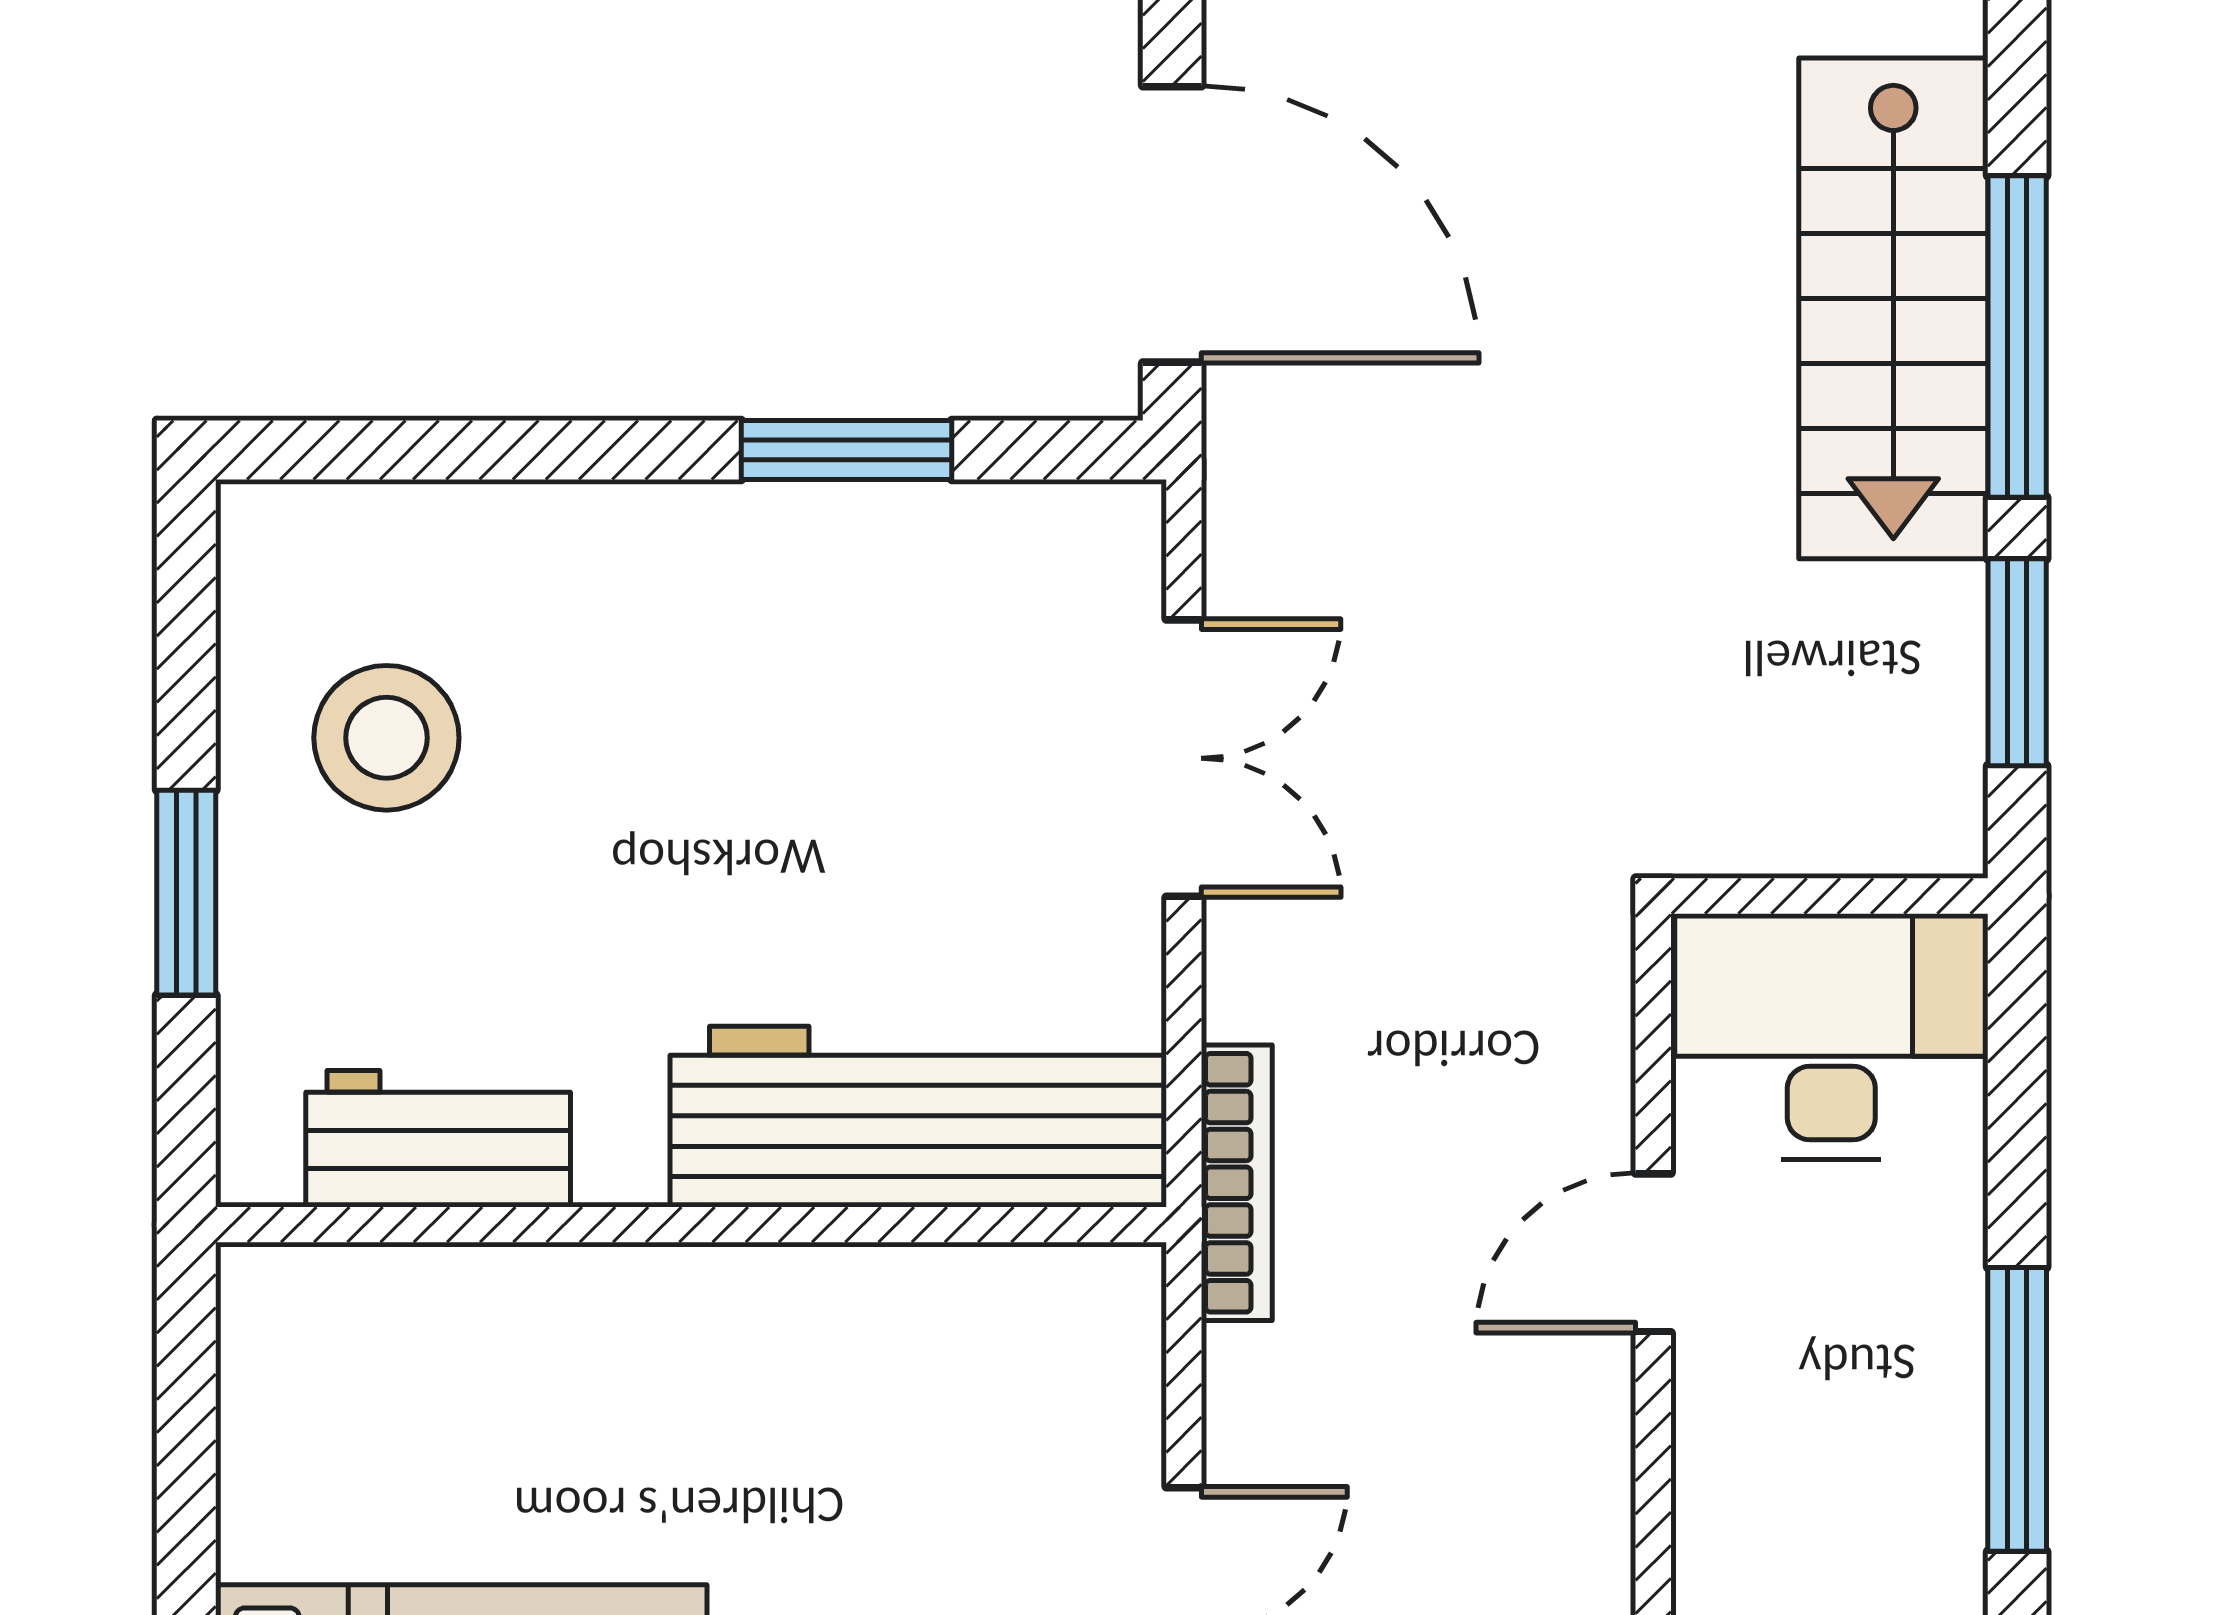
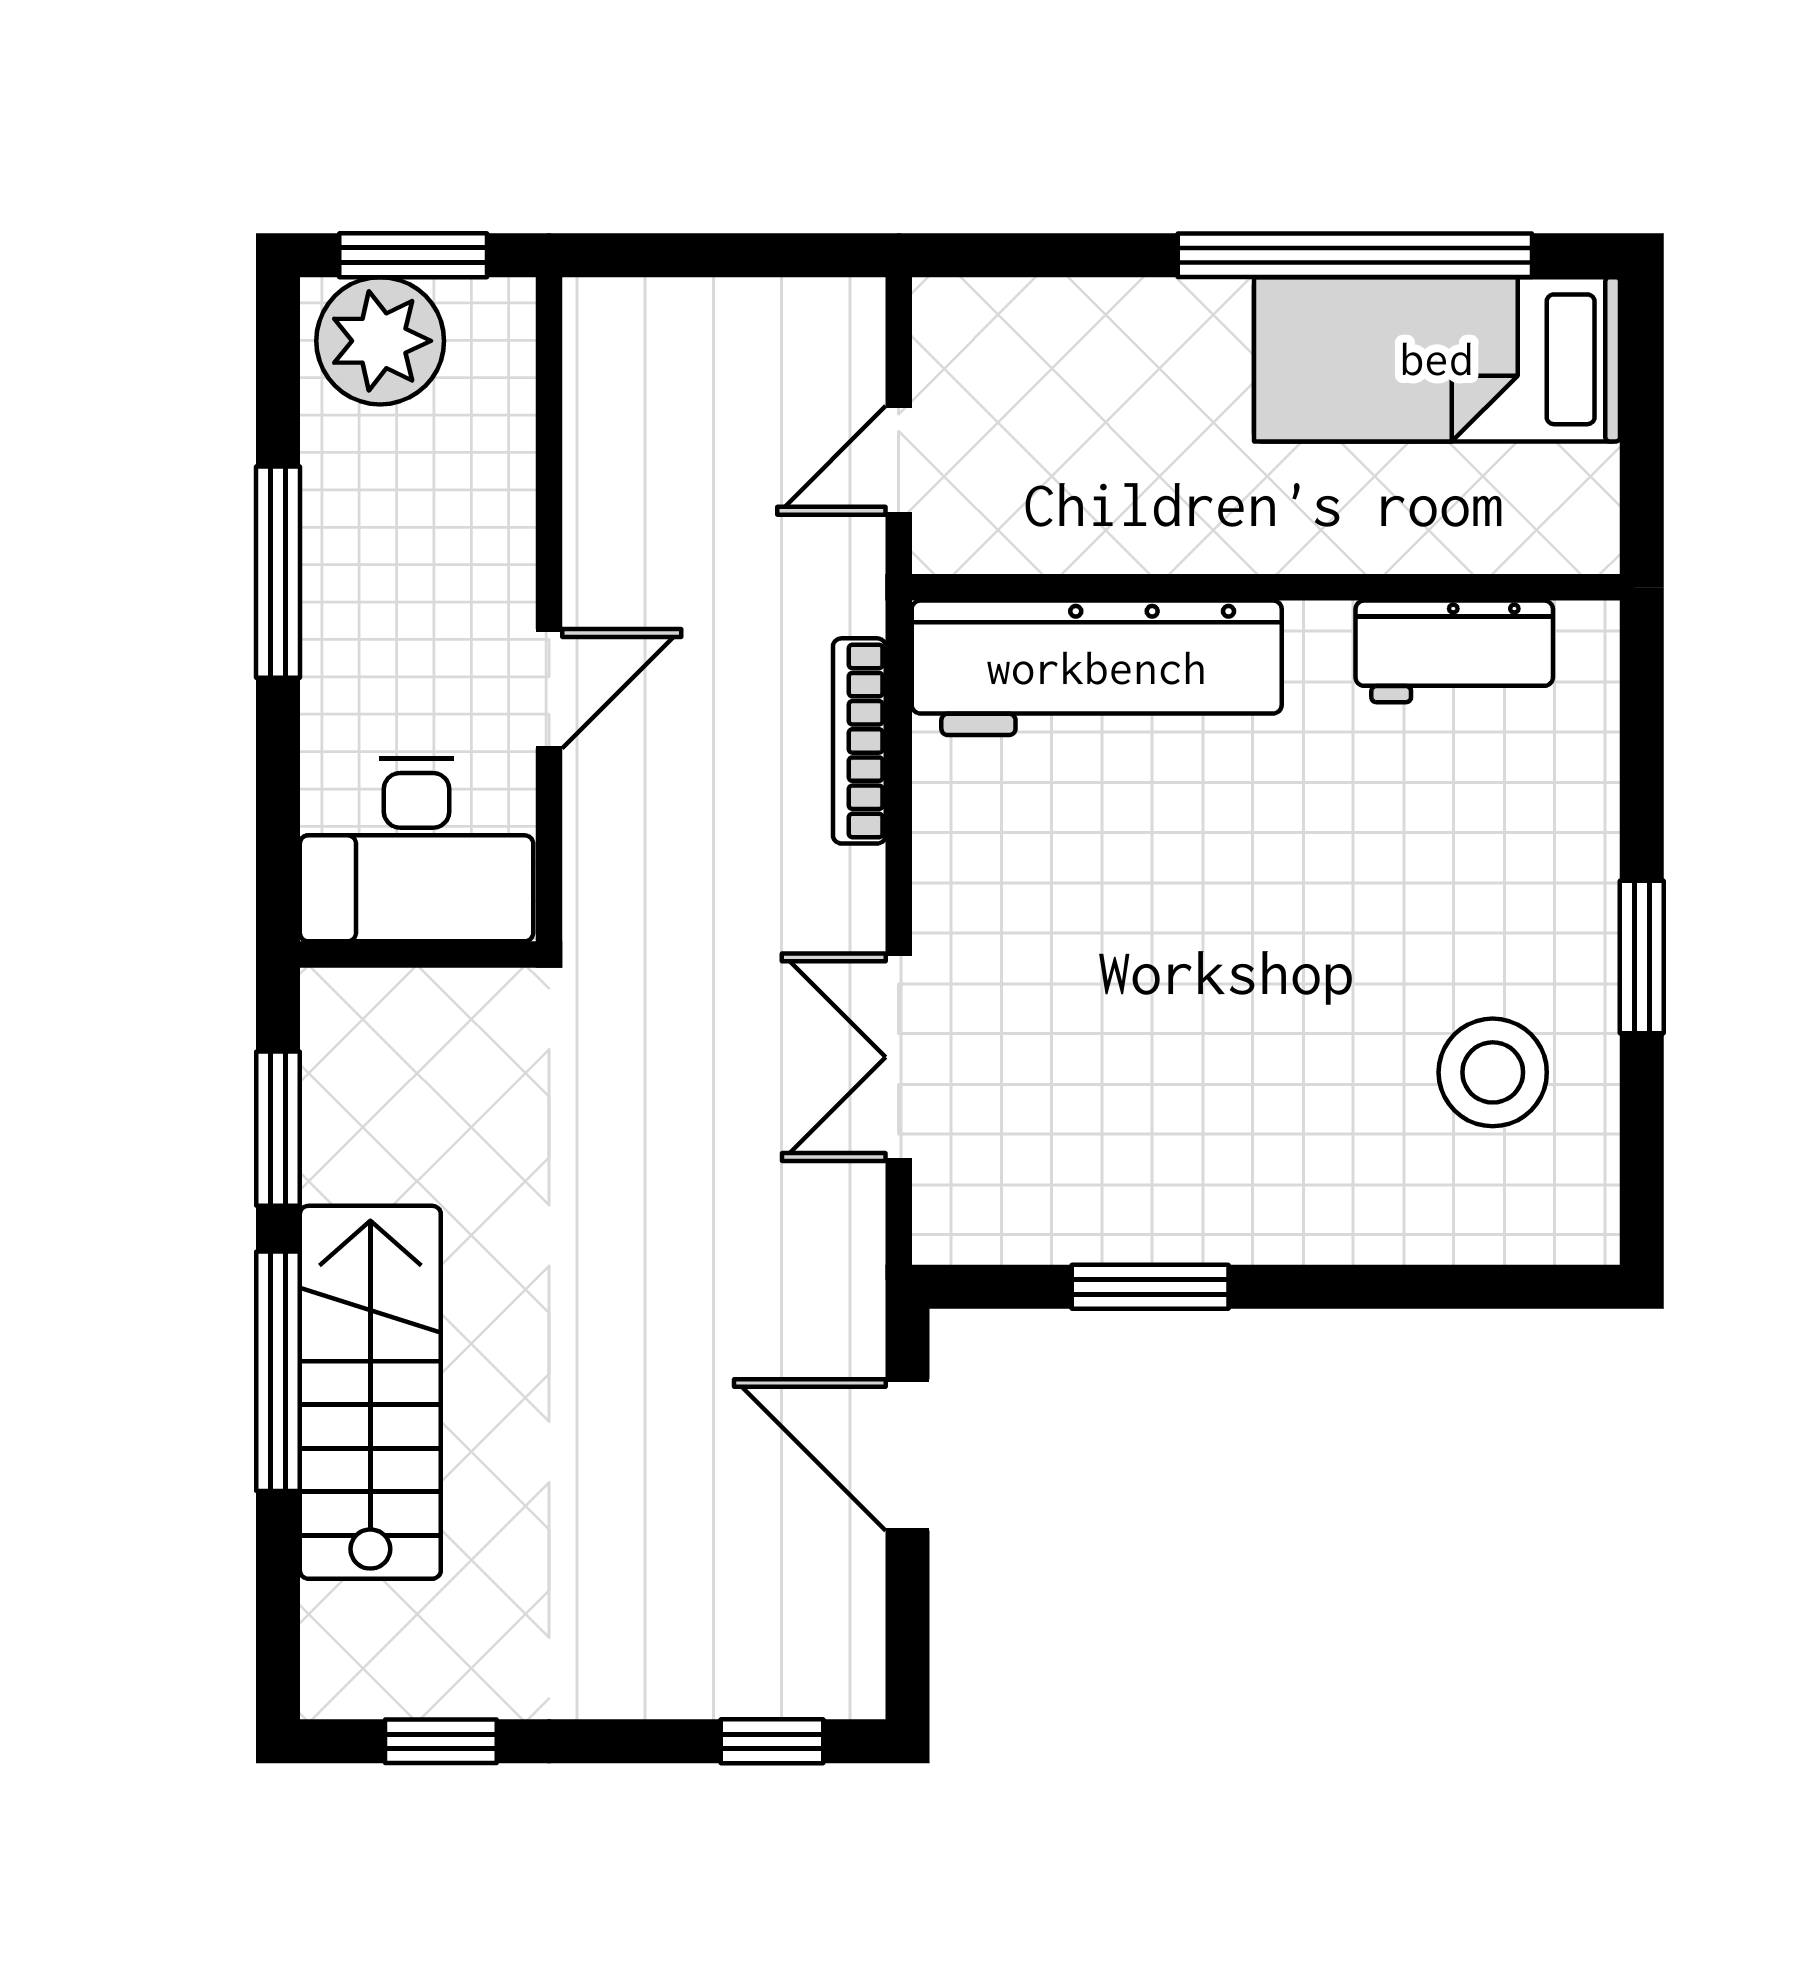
door: (1172, 224) -> (908, 1455), width x0.73
workbench: (918, 1117) -> (1097, 668), moved
workbench: (438, 1139) -> (1454, 651), moved
wall: (691, 1225) -> (1266, 587), moved

